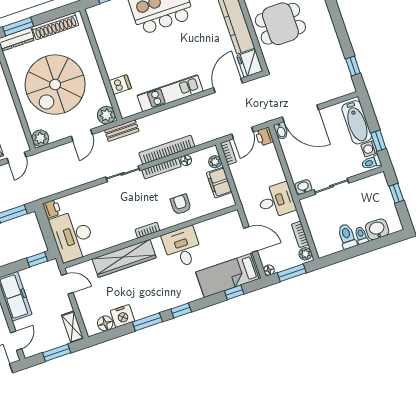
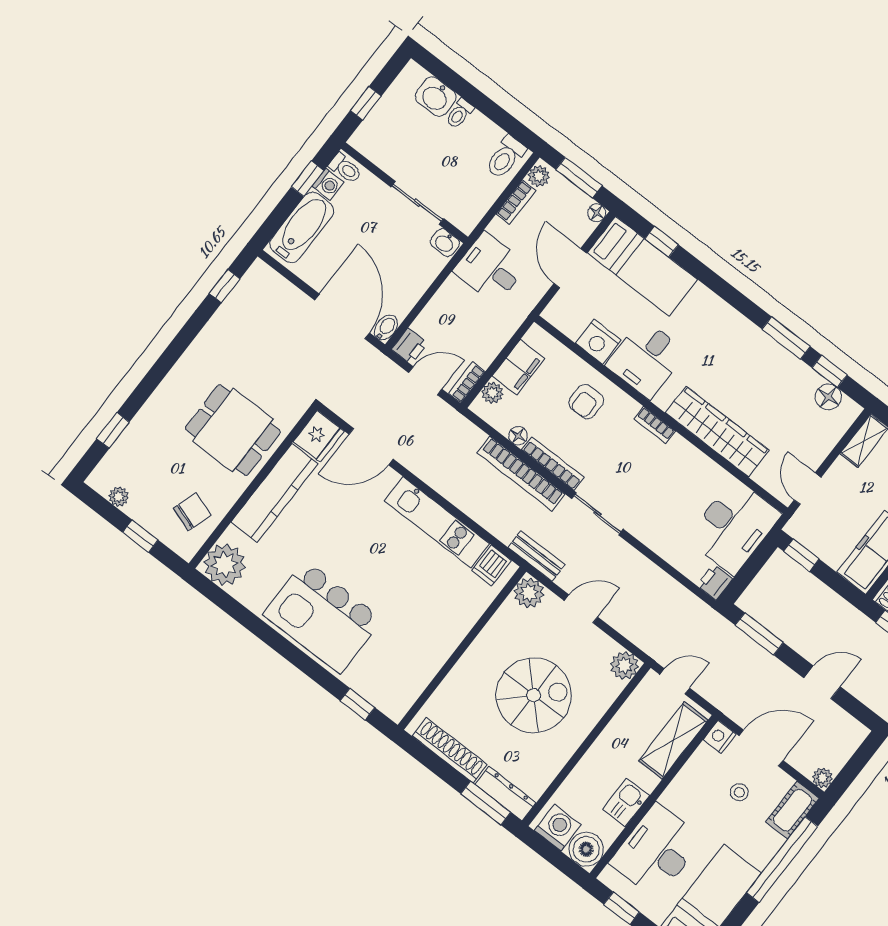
spiral stairs: (55, 85) -> (534, 695), width x0.73, depth x0.73
dishwasher: (120, 85) -> (492, 566), moved, turned -90
toilet: (347, 236) -> (506, 157), moved
window: (181, 310) -> (830, 371), moved
nightstand: (123, 316) -> (598, 342), moved, turned 180

